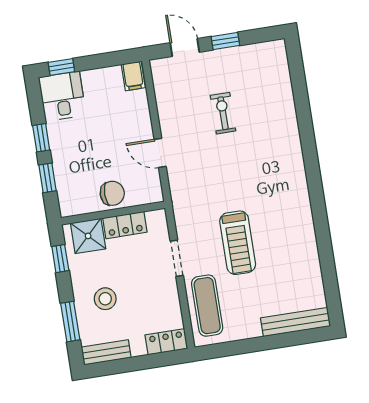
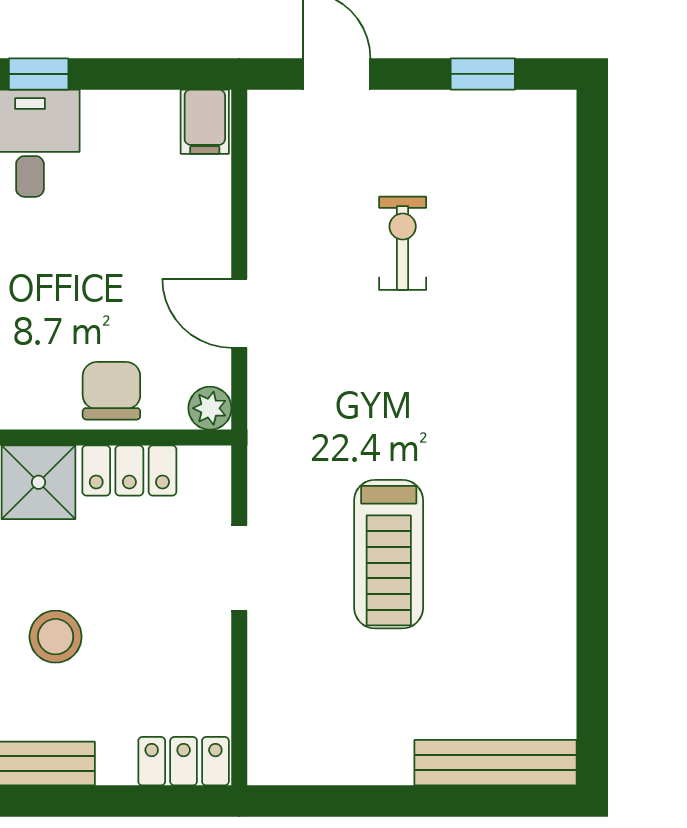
window: (225, 41) -> (483, 74), moved
chair: (112, 193) -> (111, 391), turned -90
plant: (154, 194) -> (210, 408), added
exercise mat: (207, 306) -> (293, 691), removed

